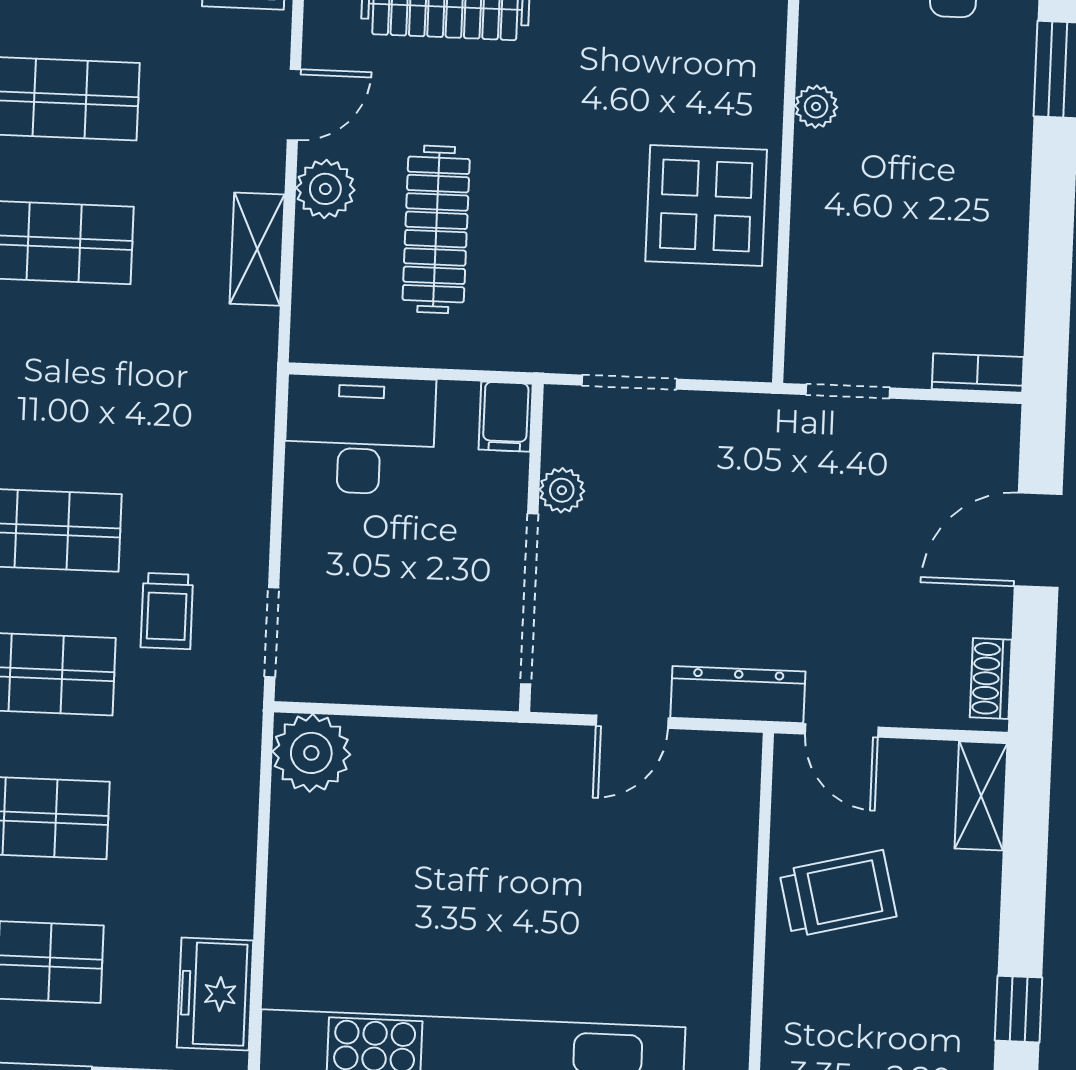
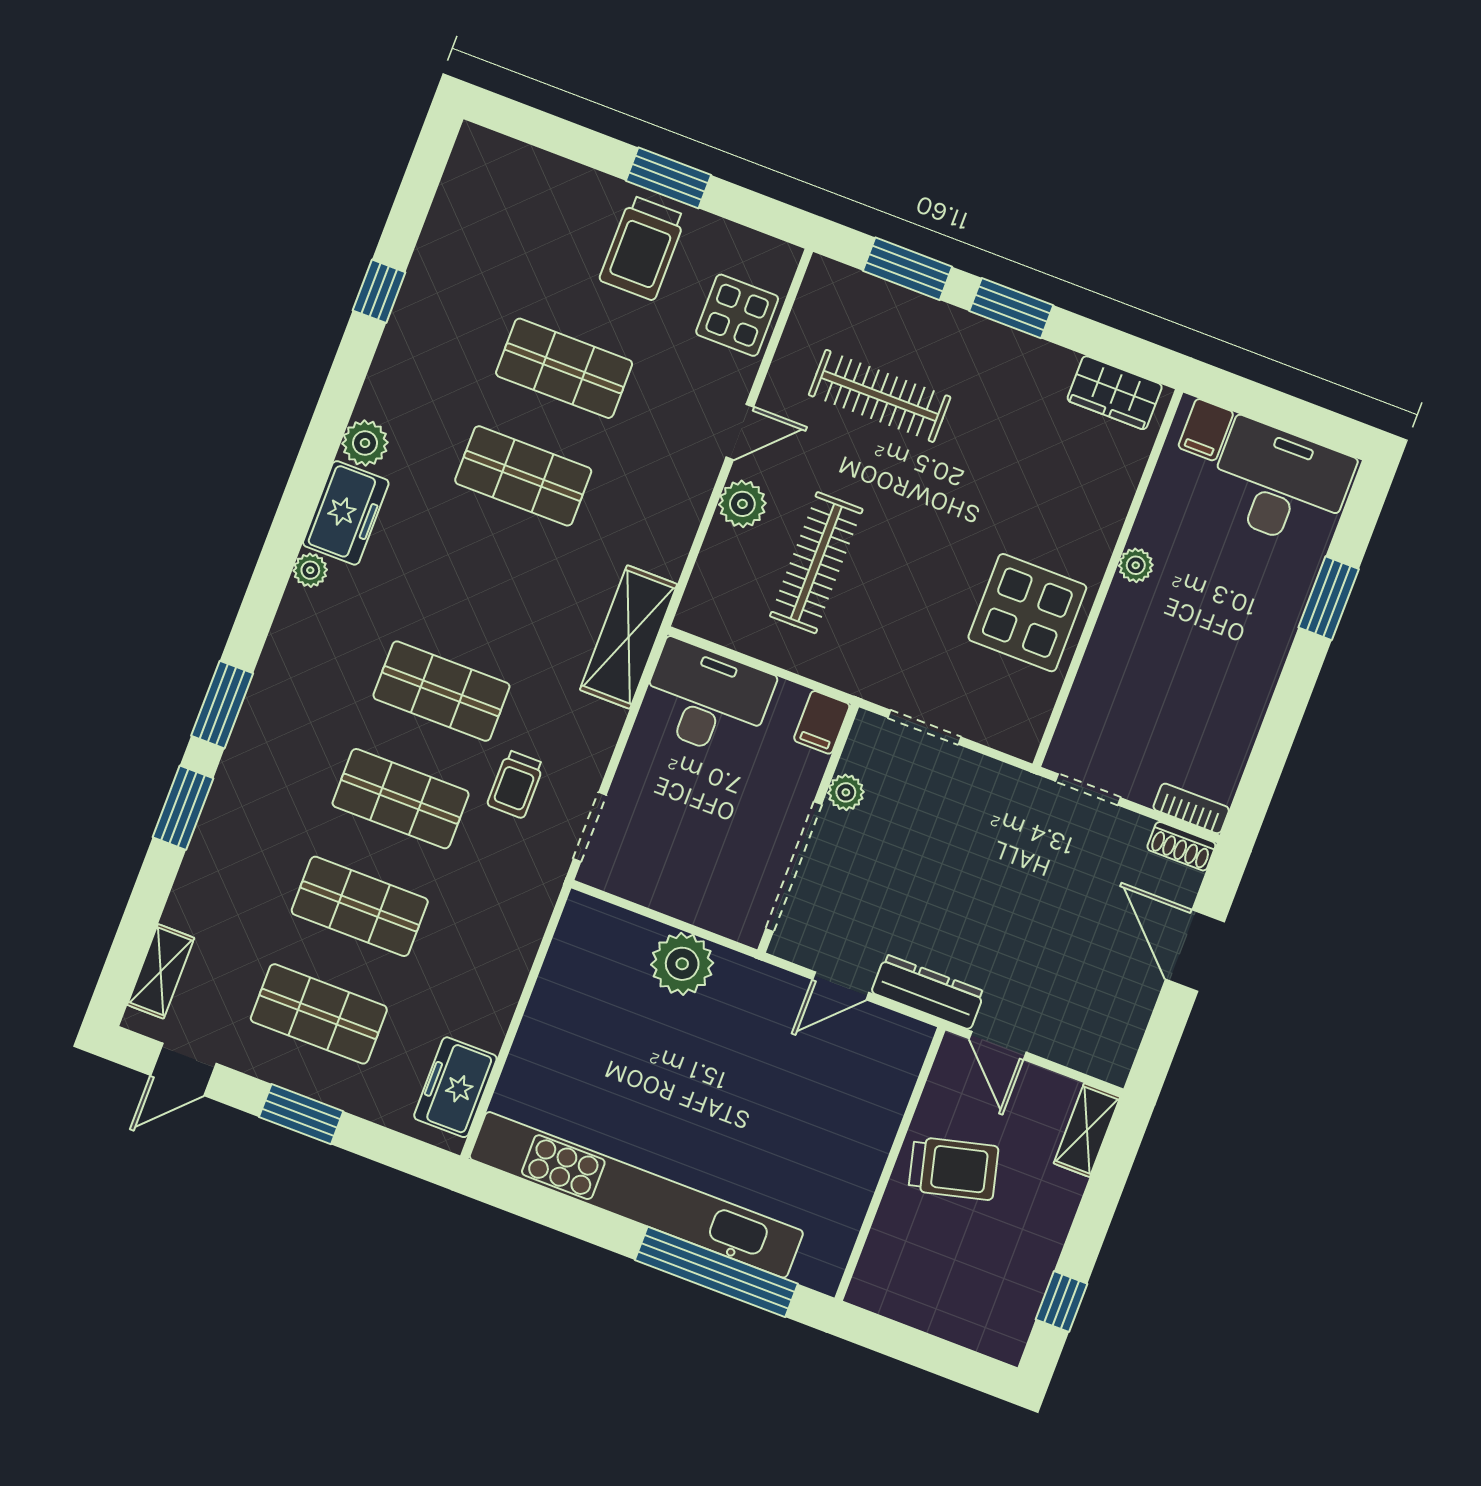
shelving: (257, 249) -> (628, 637), moved, width x1.50, depth x1.33
door: (1038, 540) -> (1195, 951), hinge flipped
shoe rack: (991, 678) -> (1181, 846), moved, turned -90
plant: (311, 753) -> (682, 964), moved

